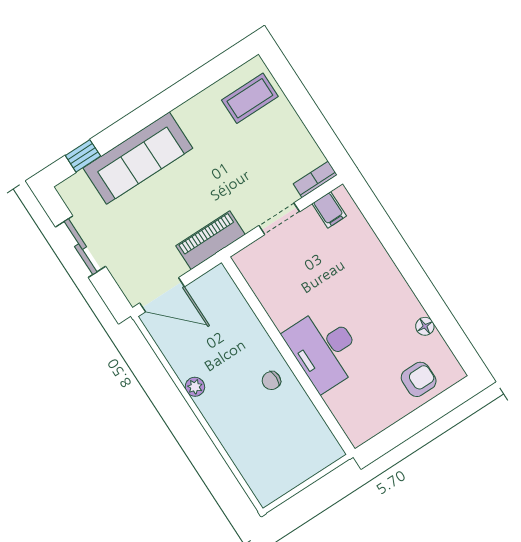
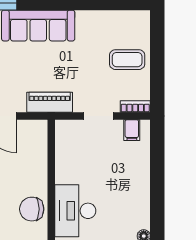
coffee table: (250, 98) -> (127, 60), moved
chair: (271, 381) -> (32, 209), width x1.87, depth x1.87

